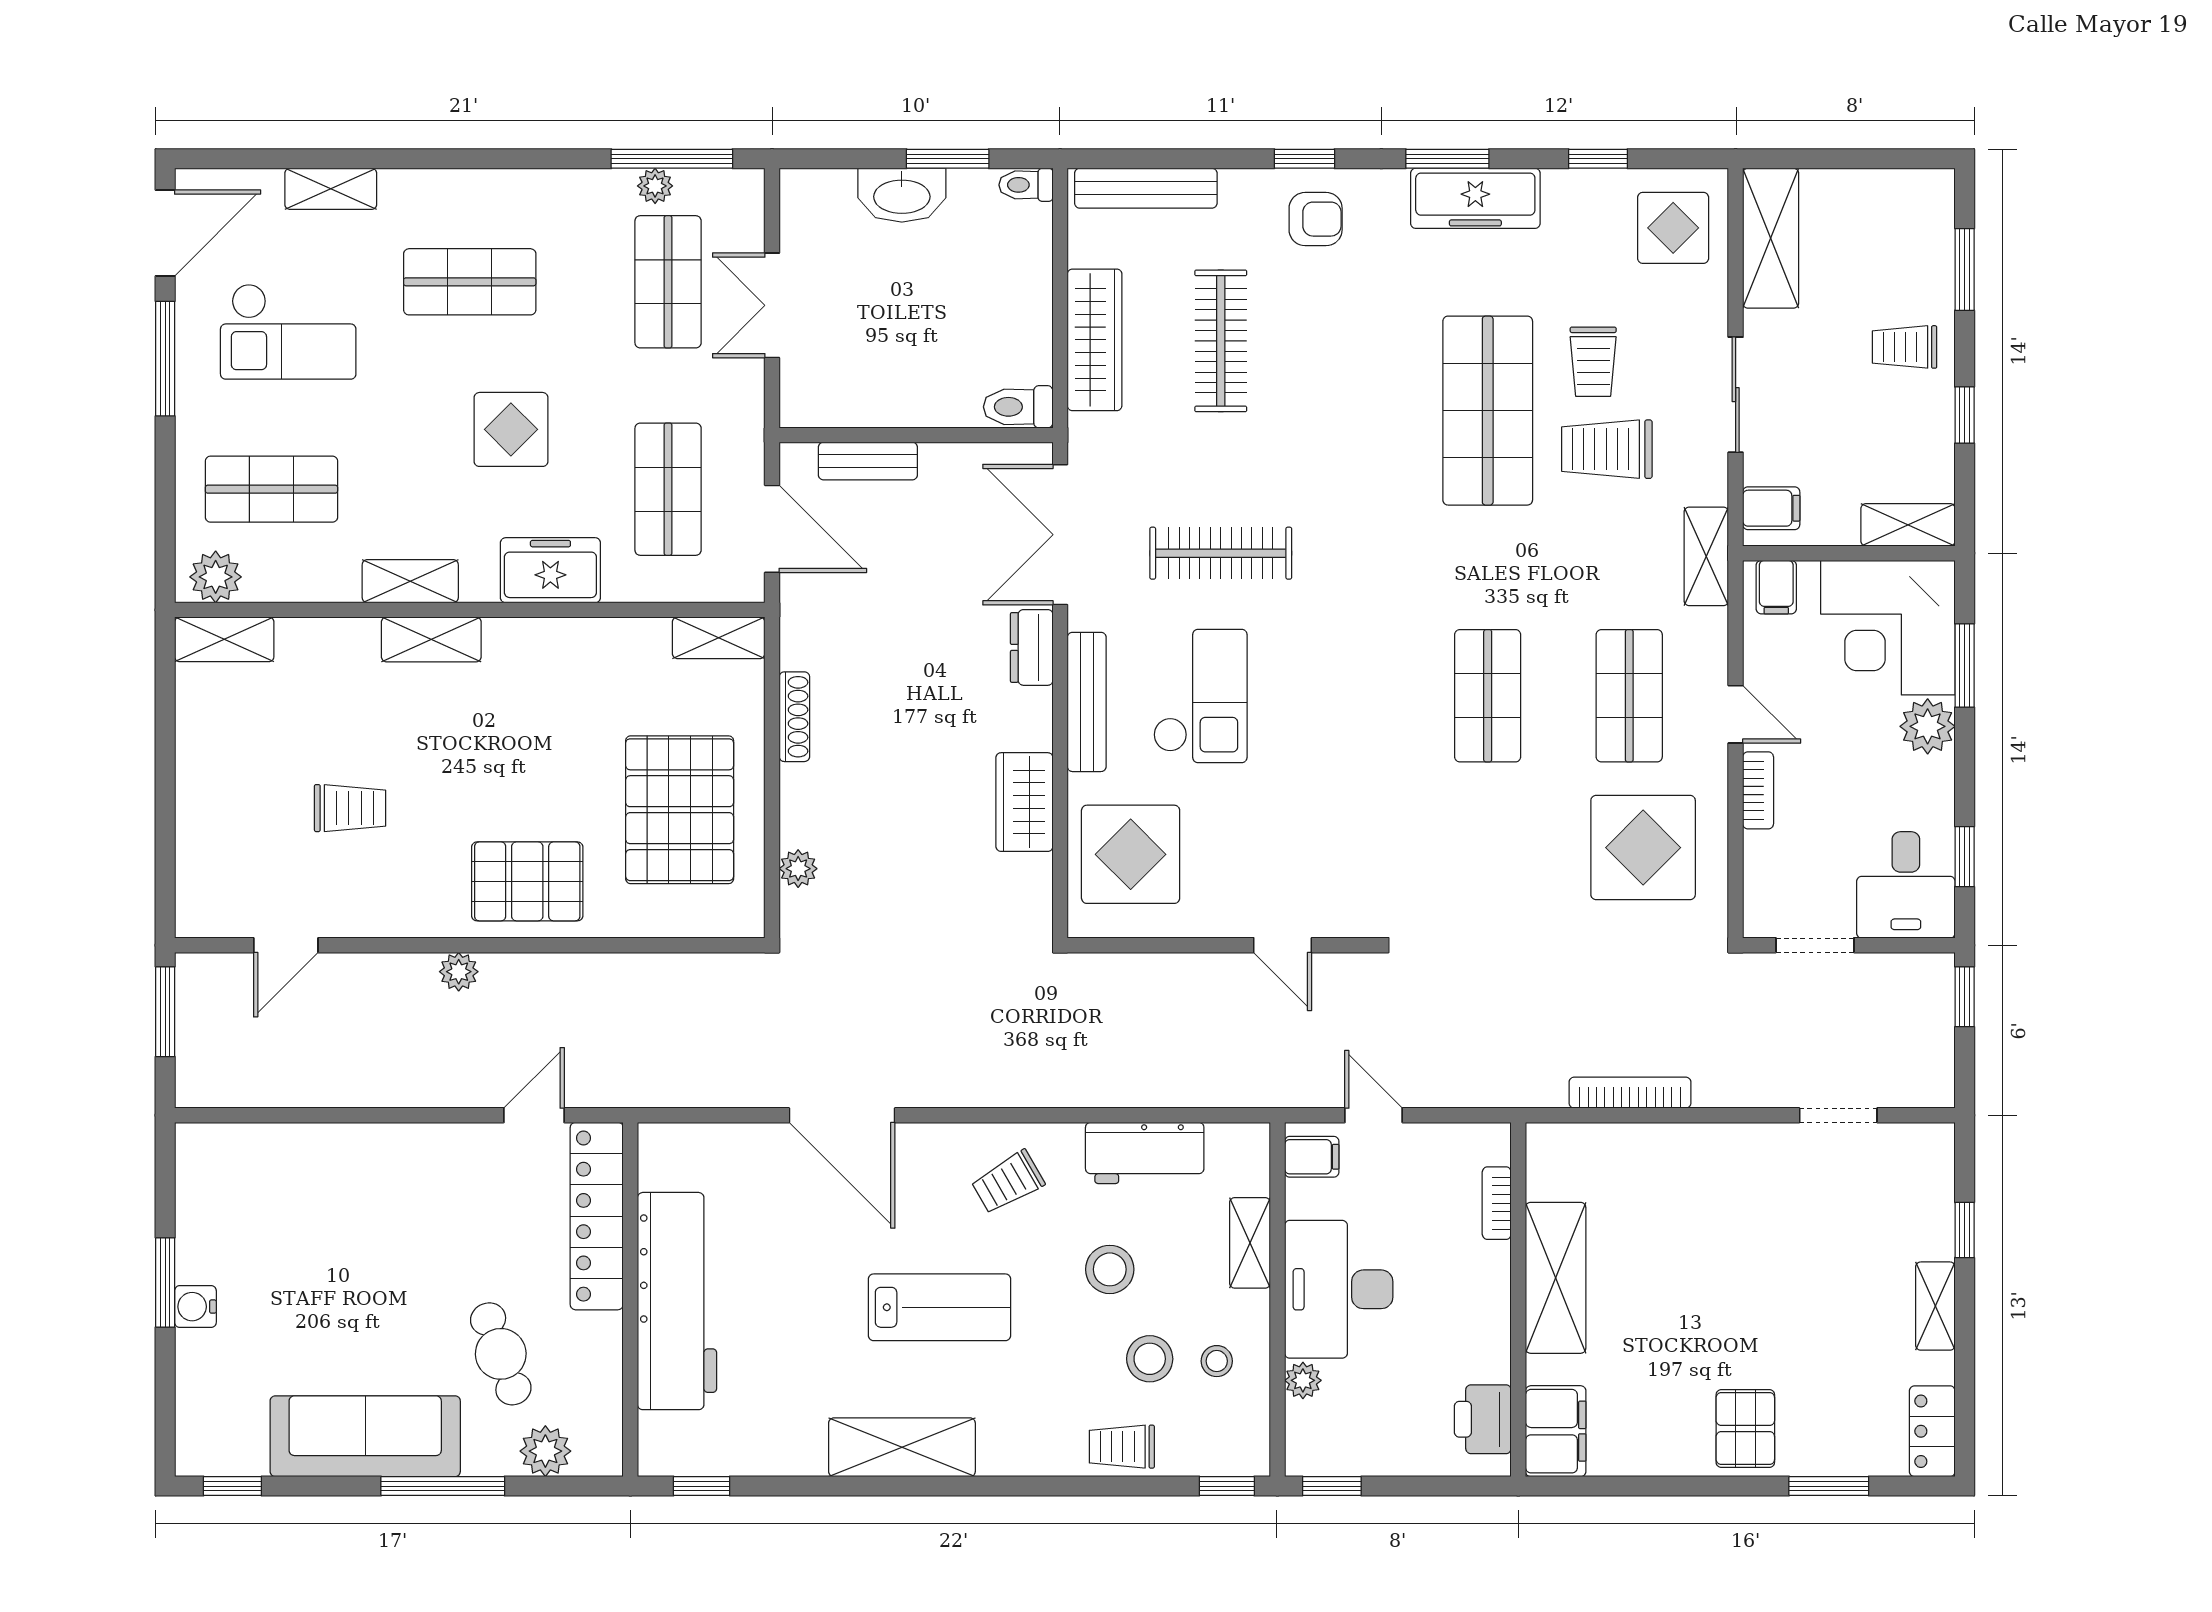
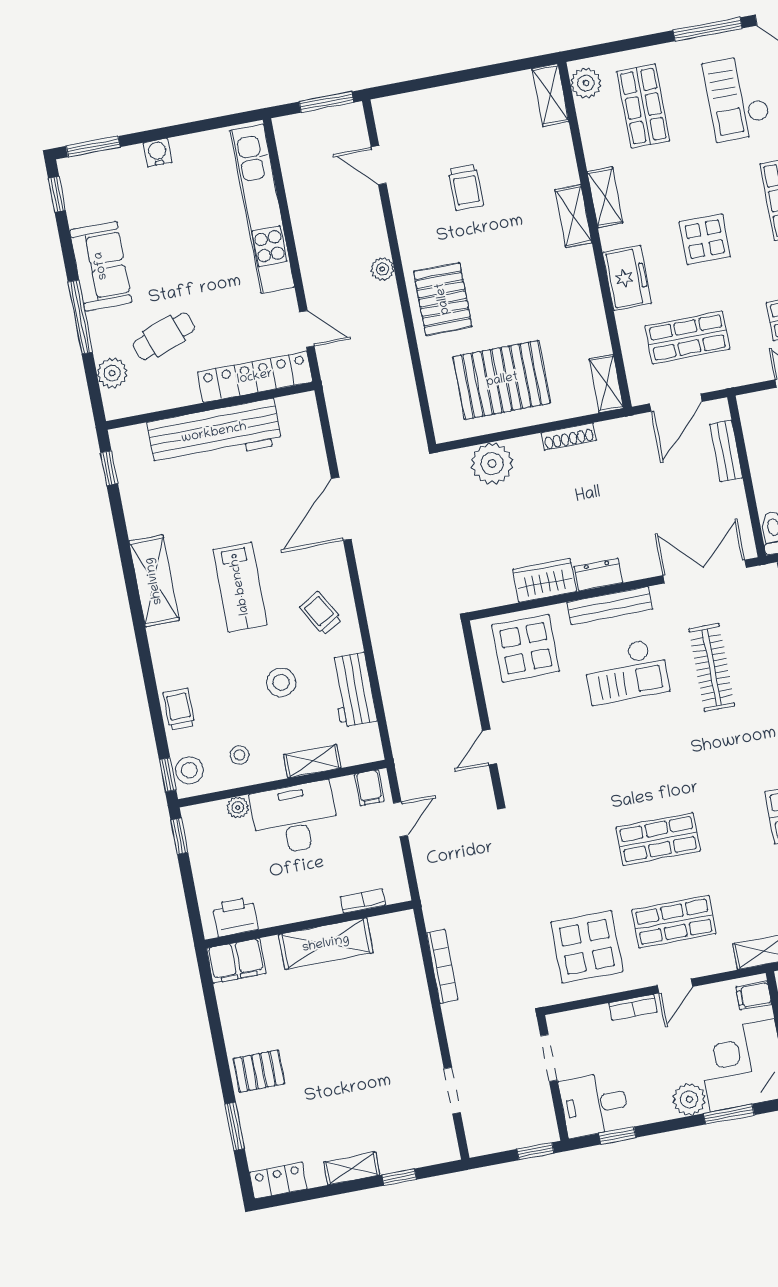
dresser: (1032, 647) -> (598, 575), moved
plant: (798, 869) -> (492, 464), width x1.87, depth x1.87
kitchen unit: (321, 1151) -> (262, 209), added
window: (165, 1282) -> (93, 147), moved
stool: (1150, 1359) -> (189, 770), moved
sofa: (365, 1436) -> (101, 266), width x0.73

